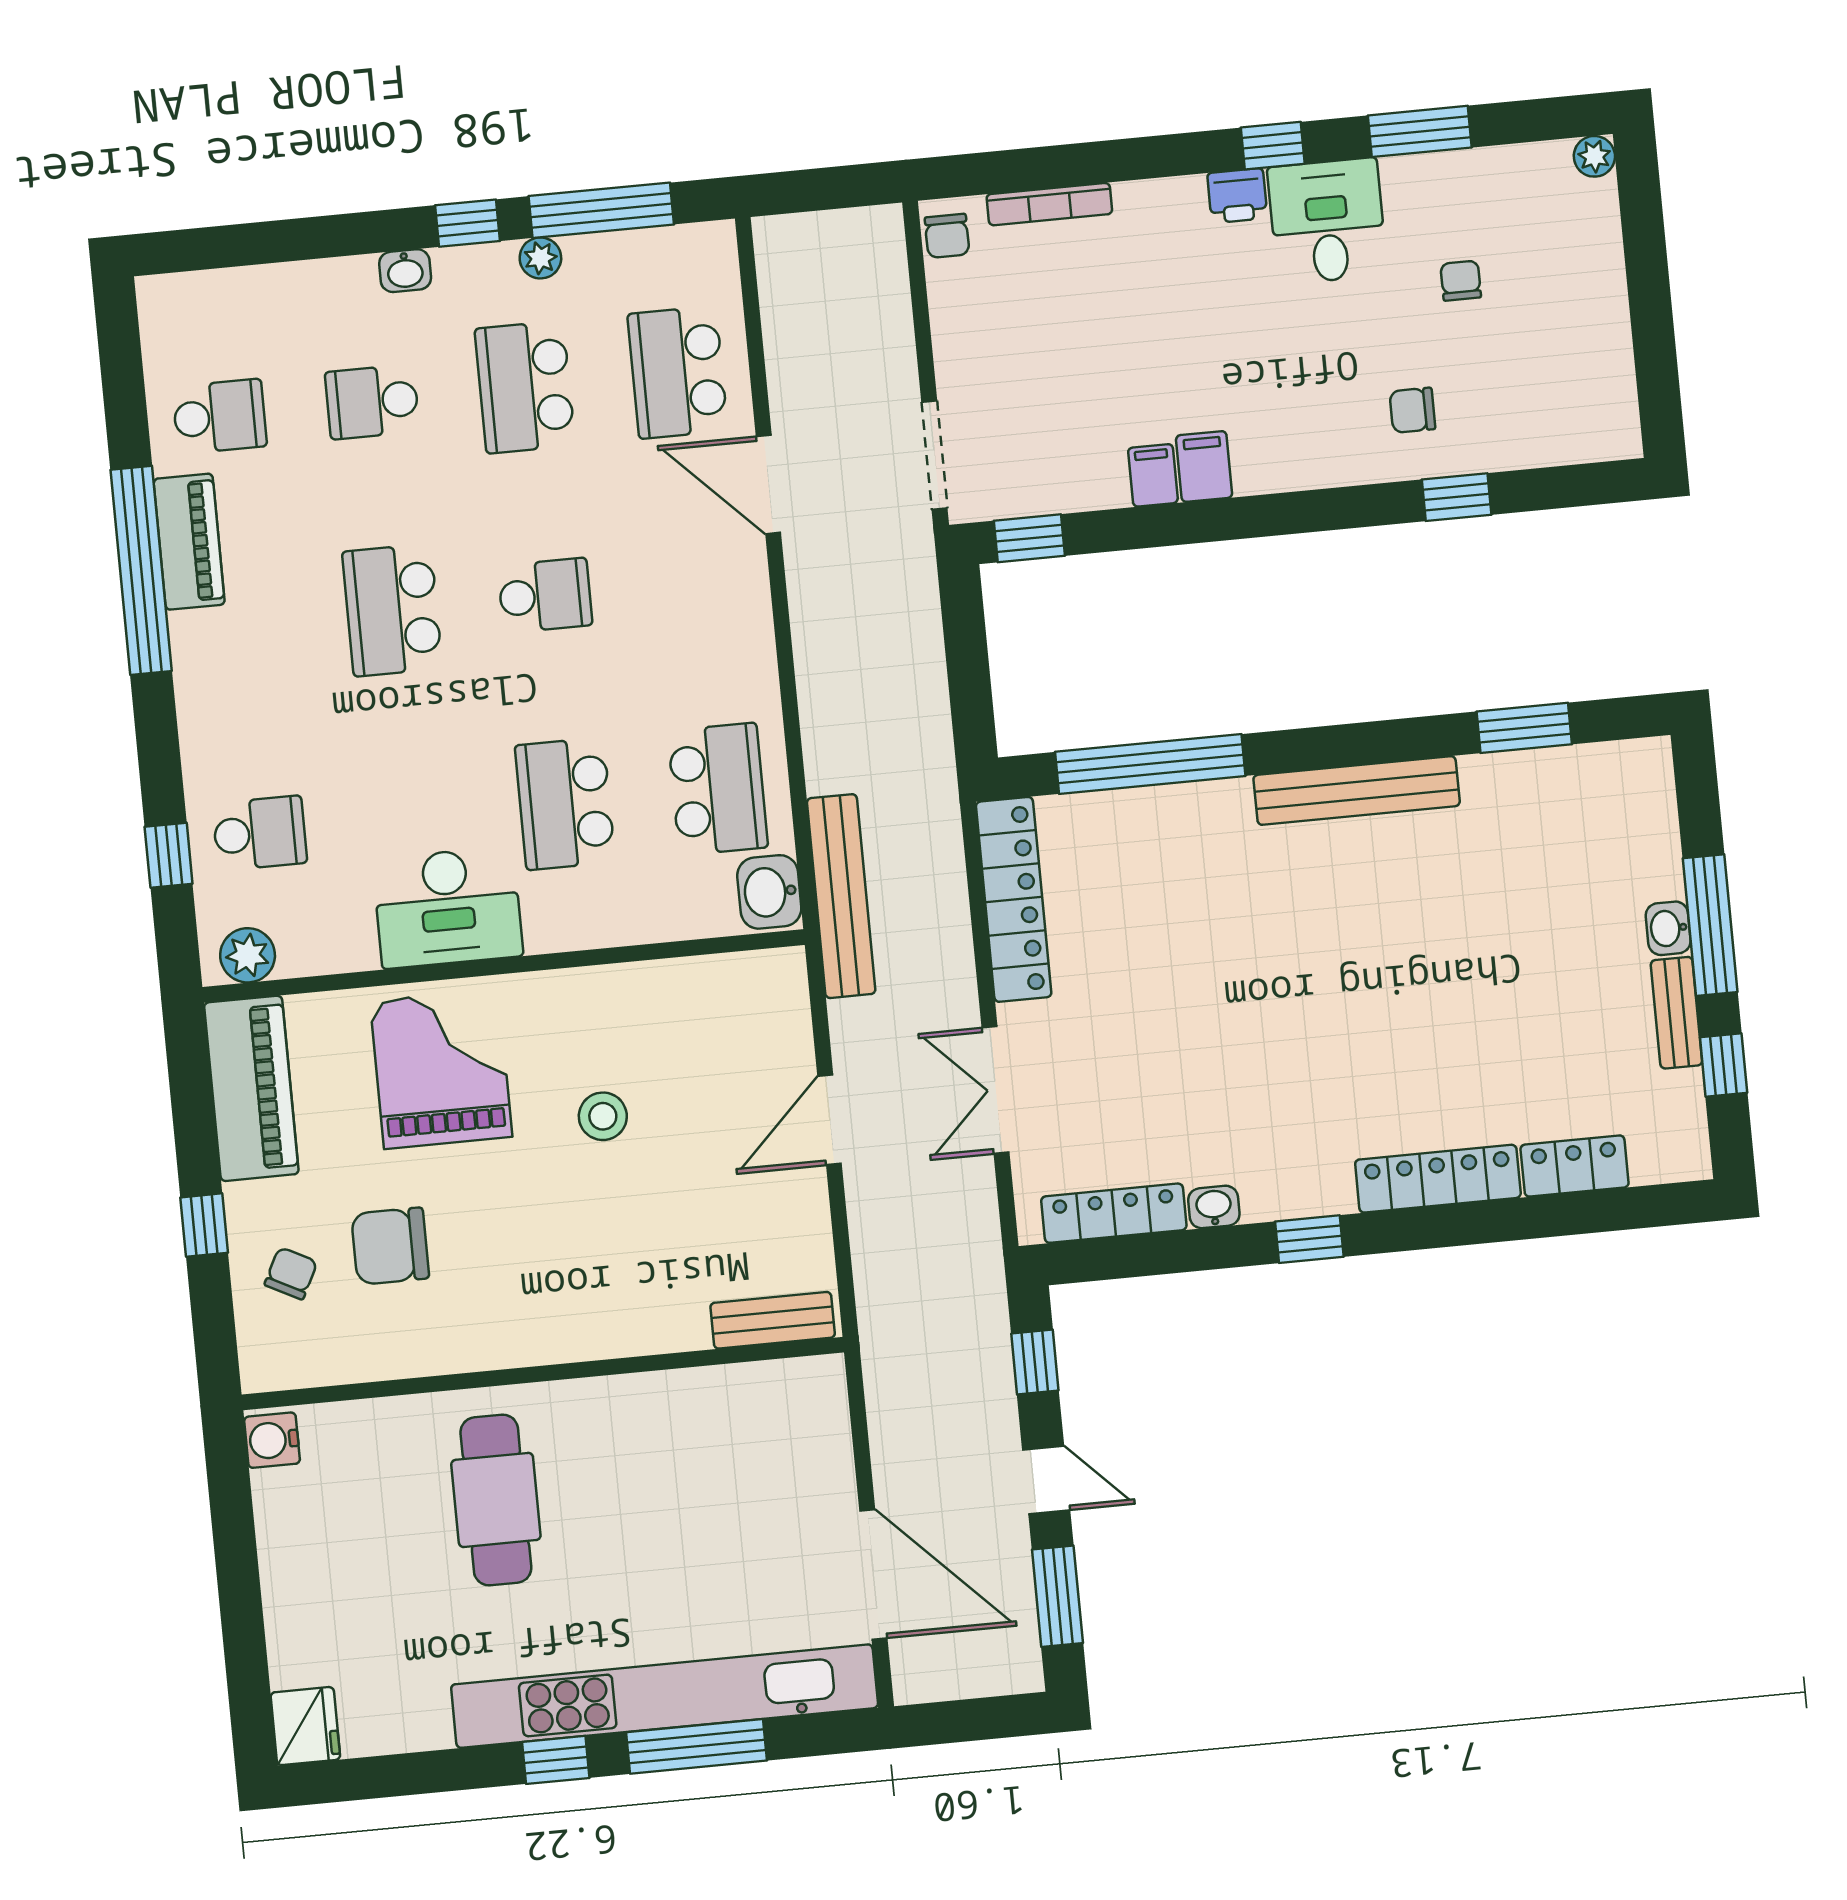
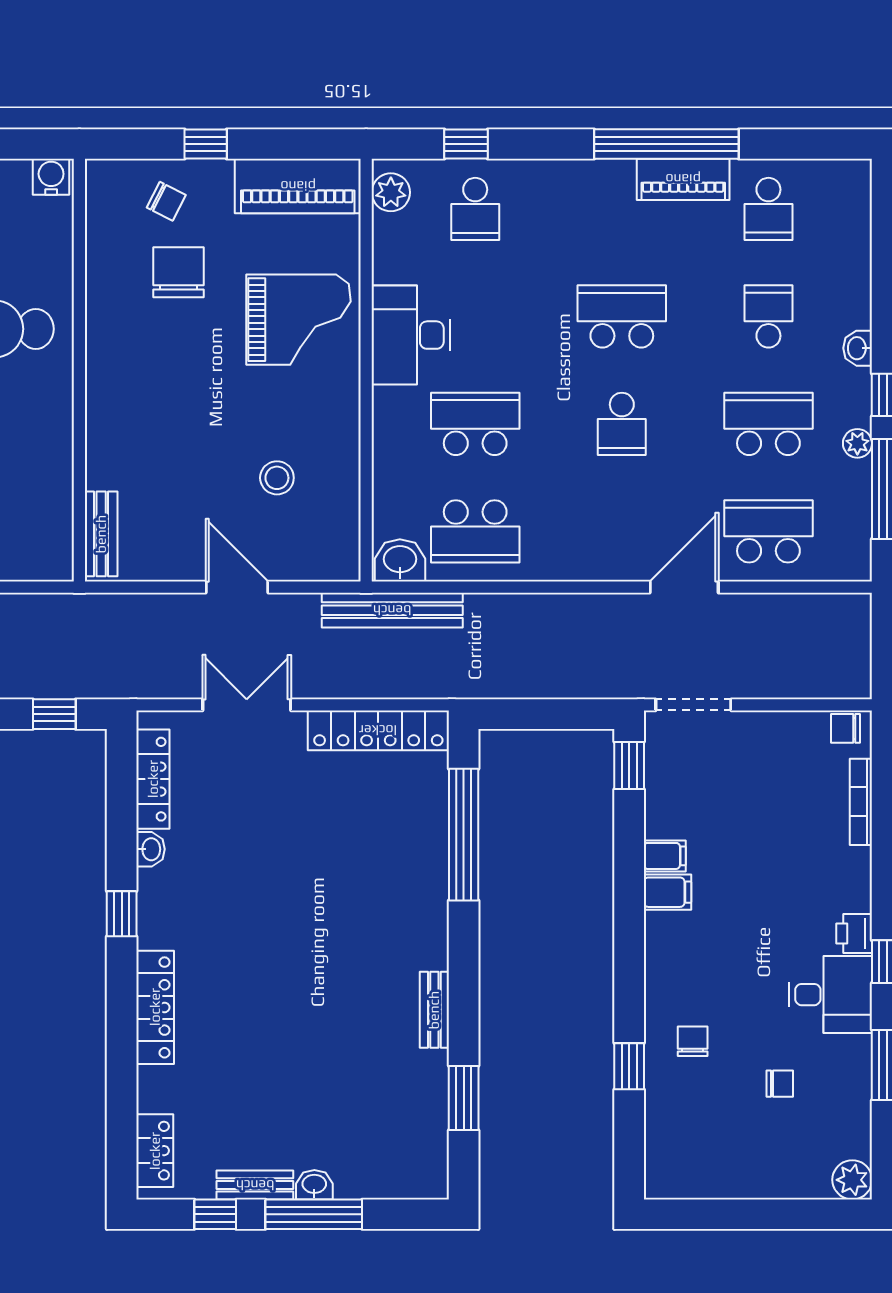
plant: (1594, 156) -> (852, 1180), width x1.38, depth x1.38
bench: (1357, 791) -> (434, 1010), width x0.54, depth x0.82
stool: (603, 1116) -> (277, 478), moved
locker: (1575, 1166) -> (155, 1151), moved

